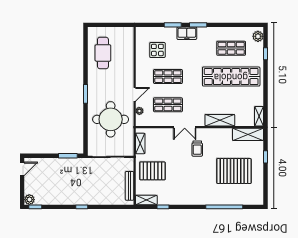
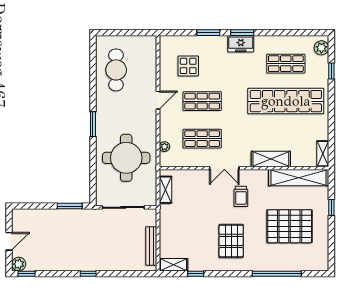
freezer: (187, 33) -> (241, 44), moved
door: (135, 94) -> (158, 100), moved
shelving: (248, 134) -> (299, 178), width x1.47
door: (22, 169) -> (9, 241), moved
pallet: (152, 171) -> (231, 241), moved, turned 90

